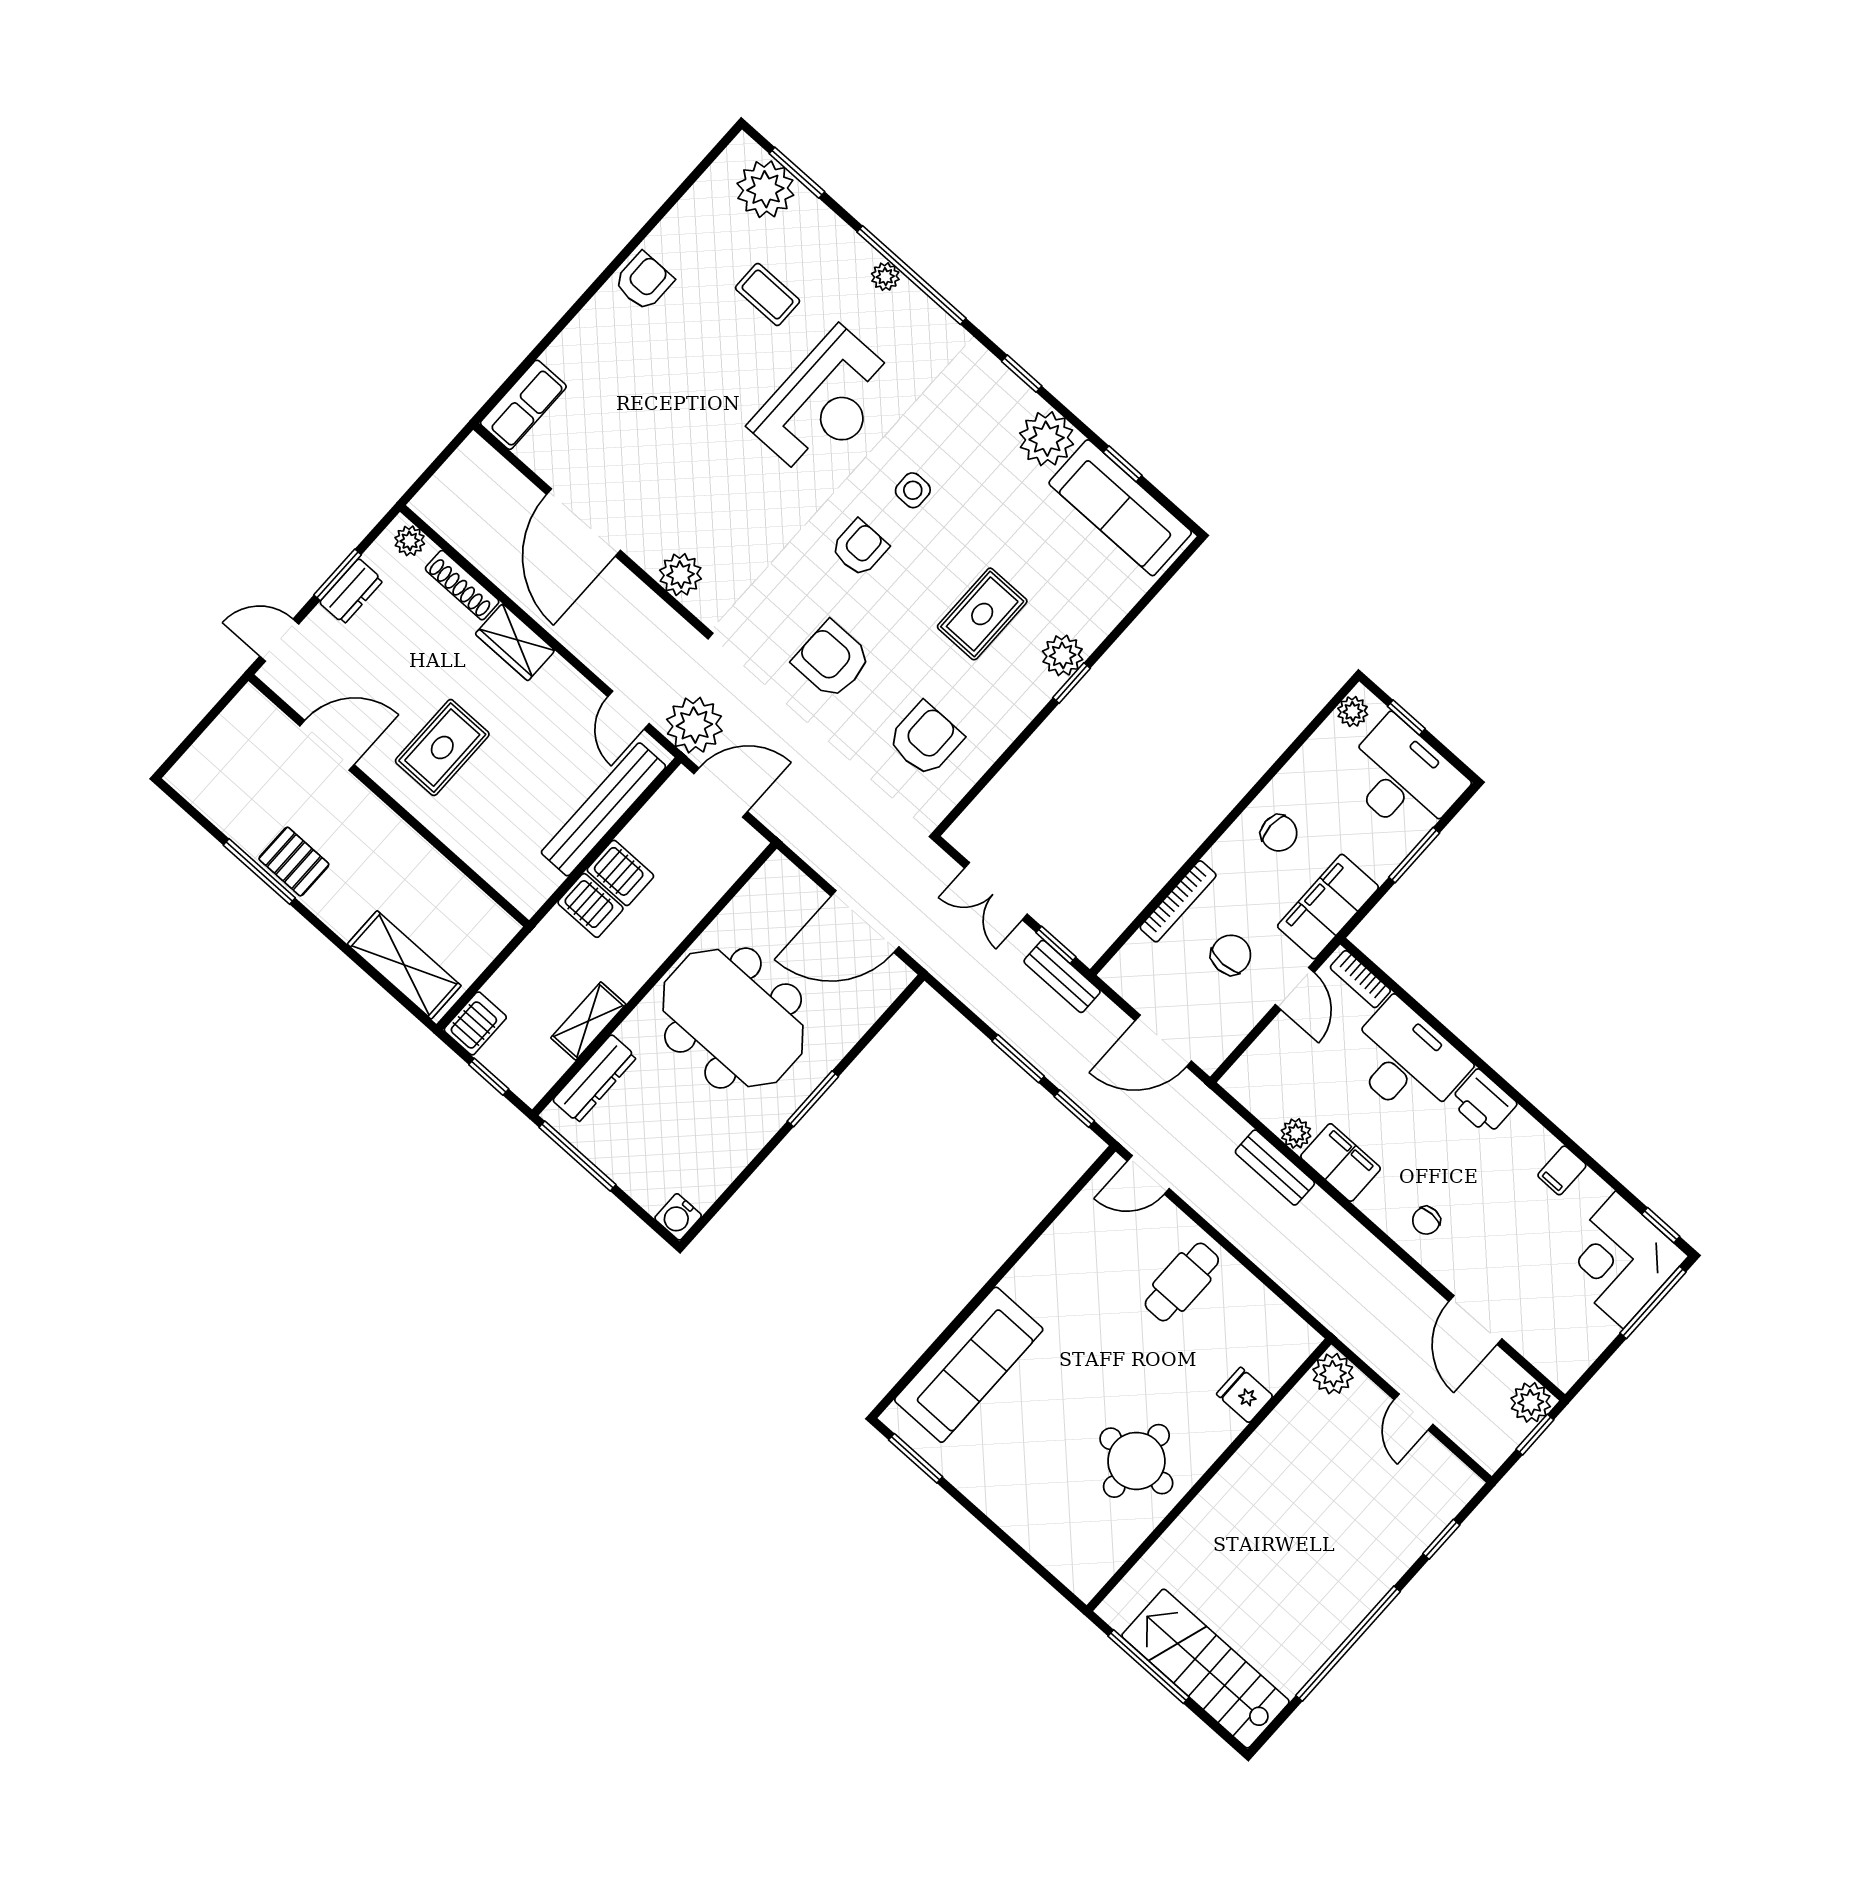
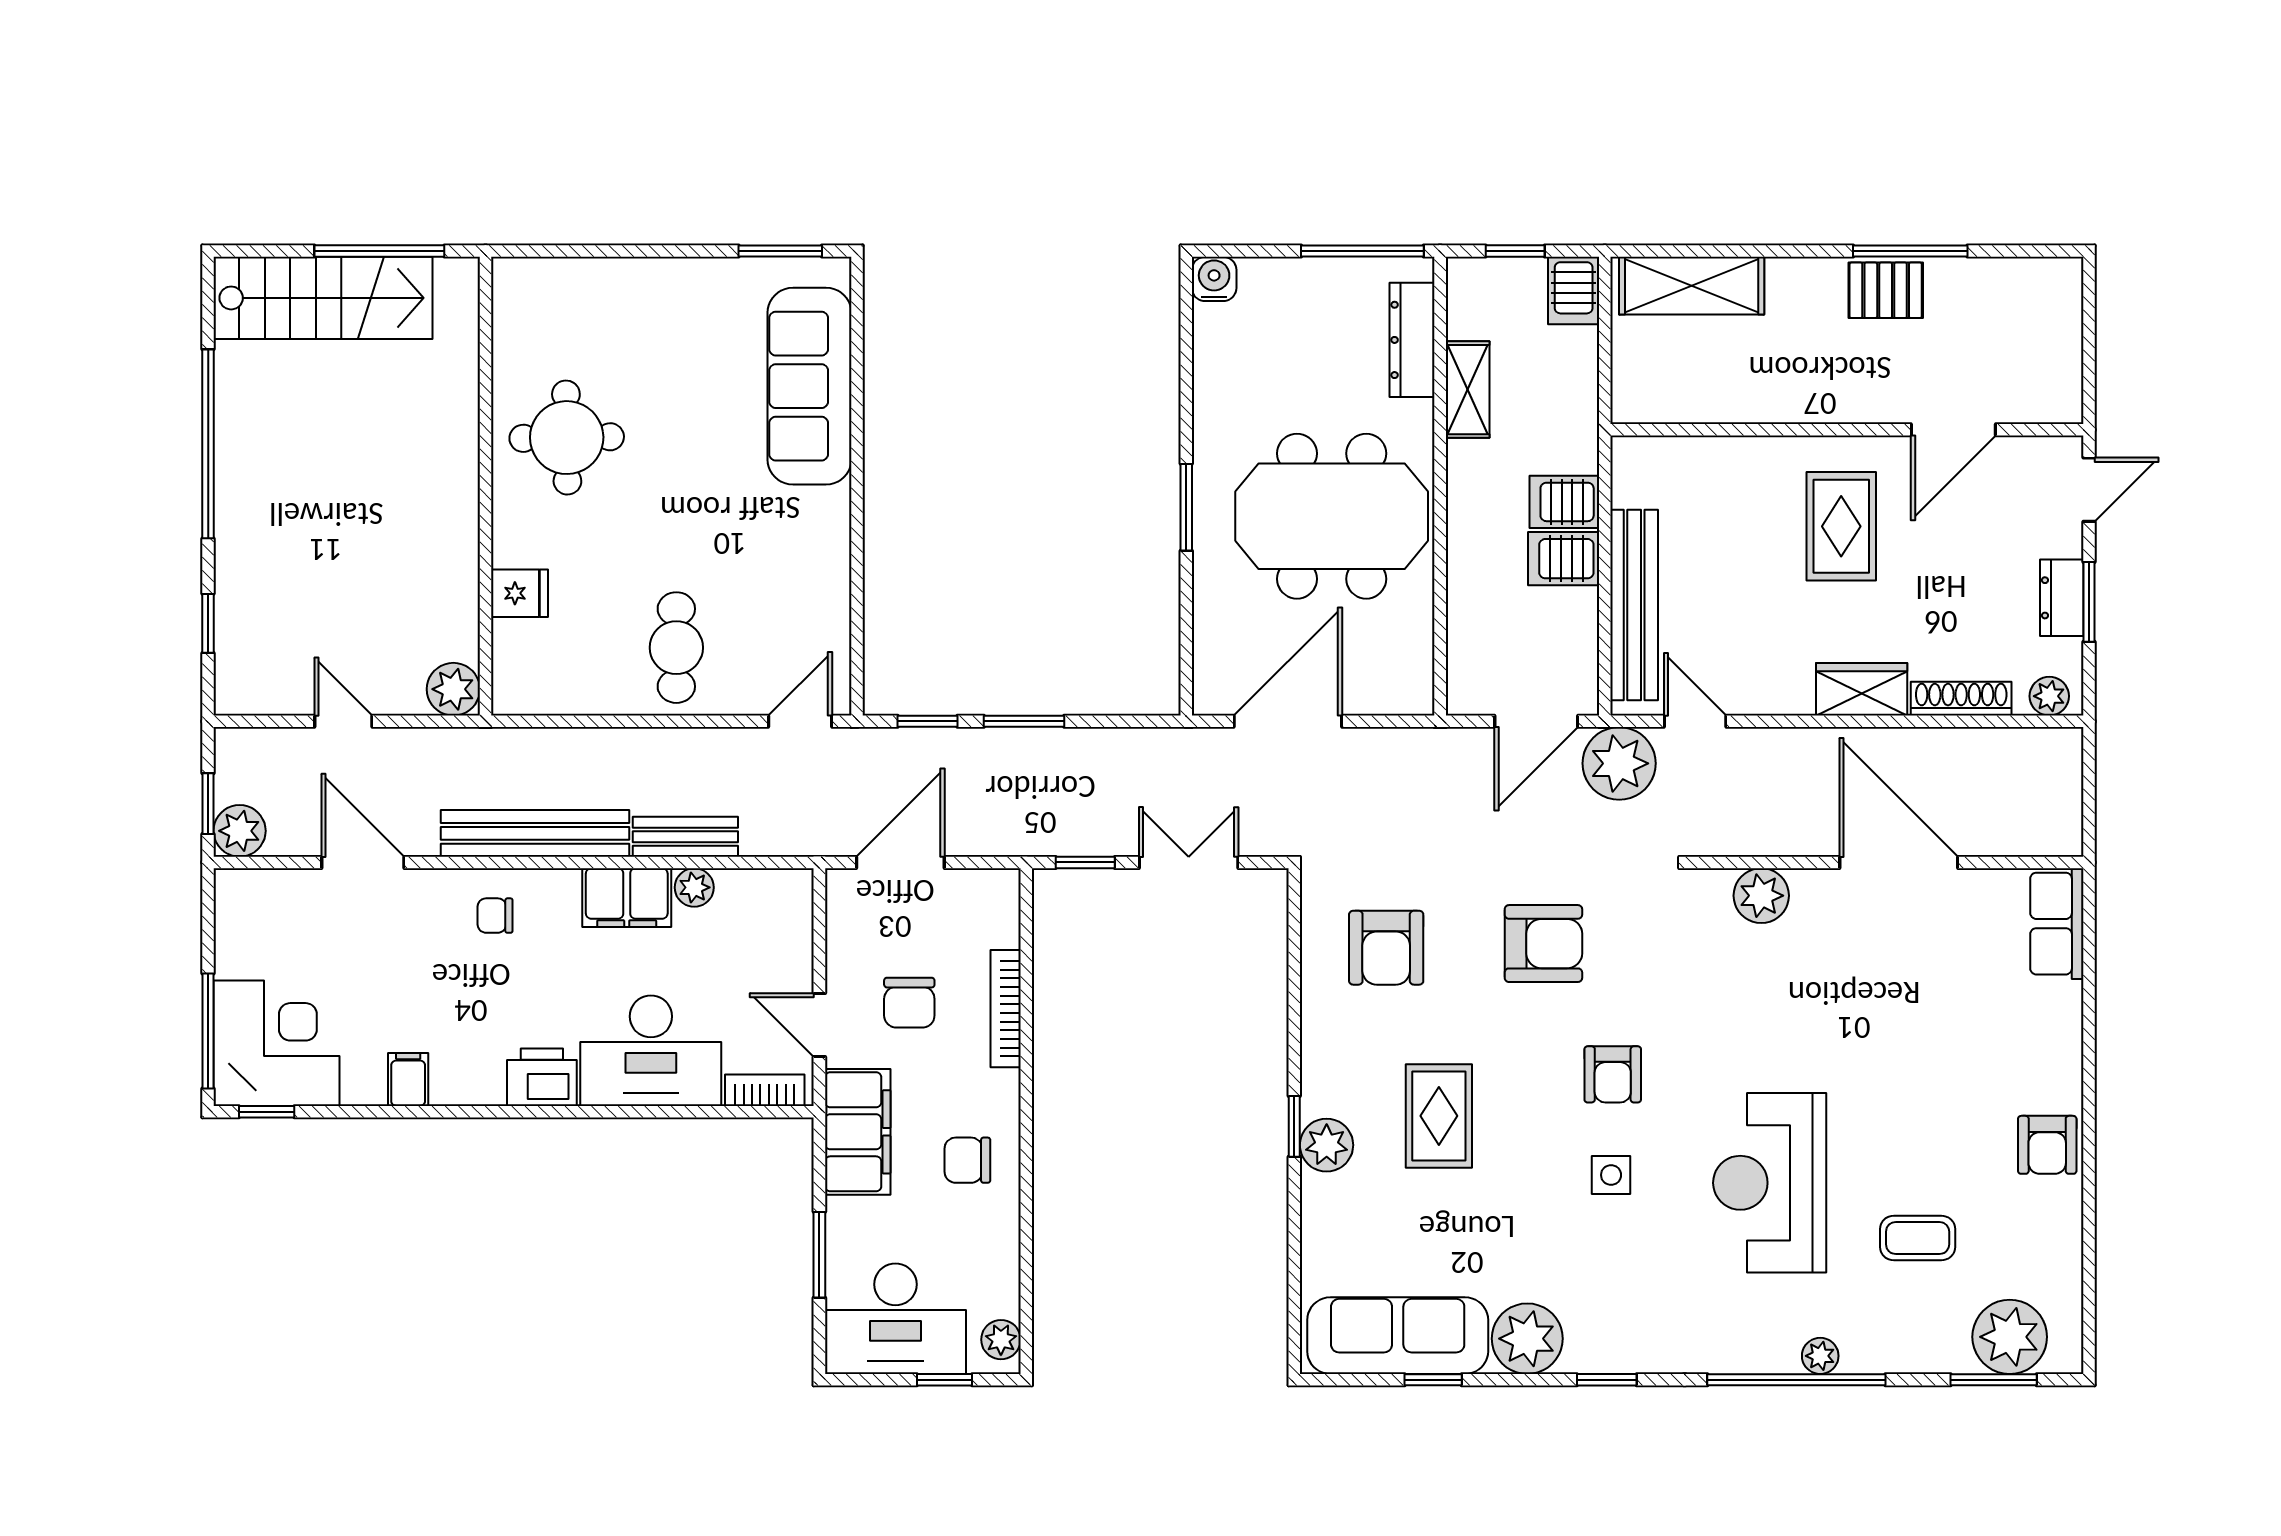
bench: (1062, 976) -> (535, 833), moved, width x1.86, depth x1.21
chair: (1426, 1221) -> (495, 916), turned -90

